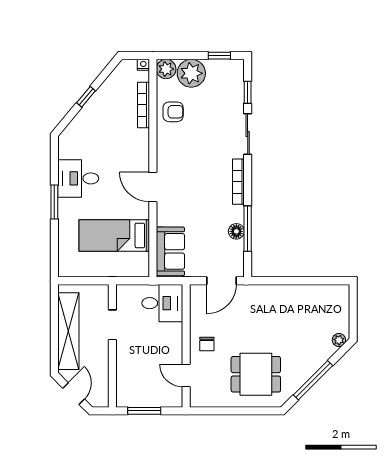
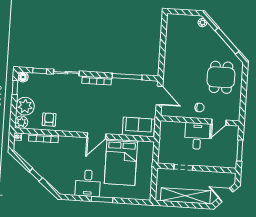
floor lamp: (236, 231) -> (23, 77), moved
bed: (114, 235) -> (121, 162), width x1.50
desk: (162, 303) -> (197, 136), moved

